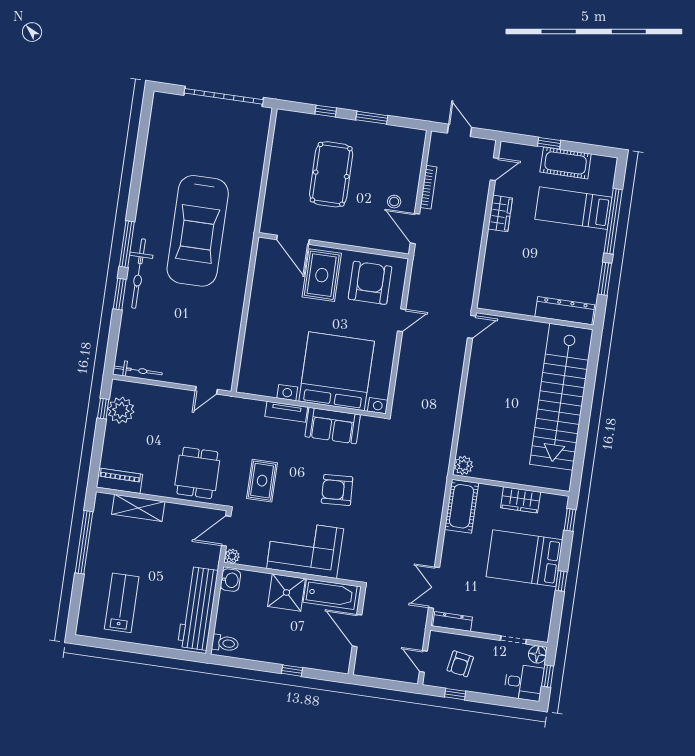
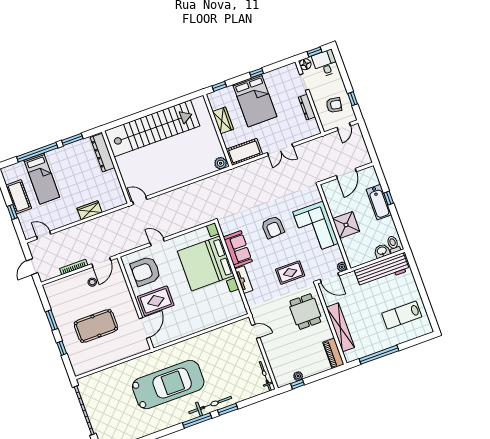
wardrobe: (500, 213) -> (90, 210), moved
plant: (121, 410) -> (298, 376), width x0.53, depth x0.53
dining table: (197, 473) -> (305, 312), turned 90
shelving: (138, 508) -> (340, 327), width x1.47
washbasin: (230, 580) -> (382, 251), moved
double door: (434, 588) -> (280, 150), moved
bathtub: (330, 594) -> (379, 202), moved, turned 180
dresser: (453, 622) -> (307, 107), moved

